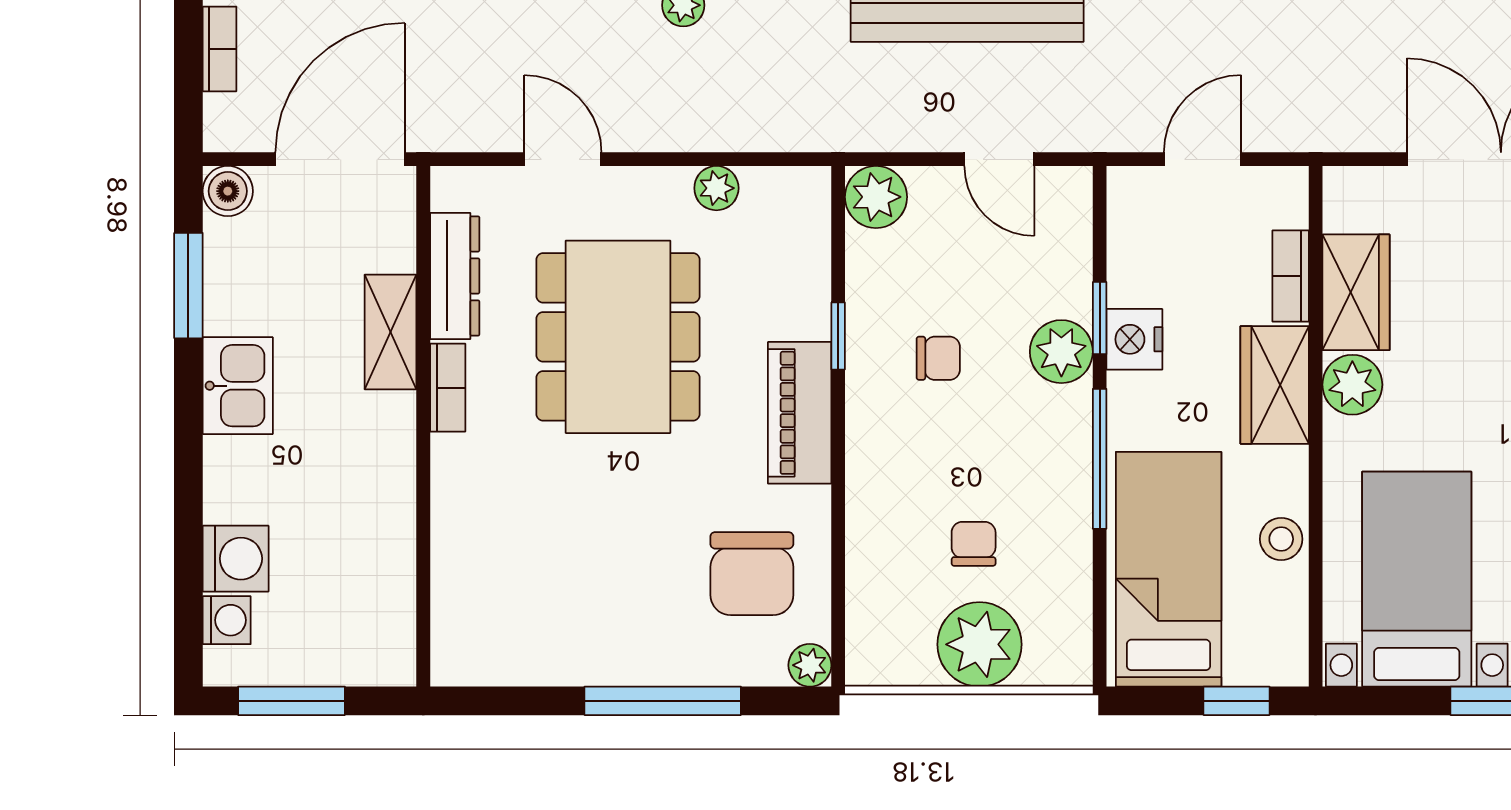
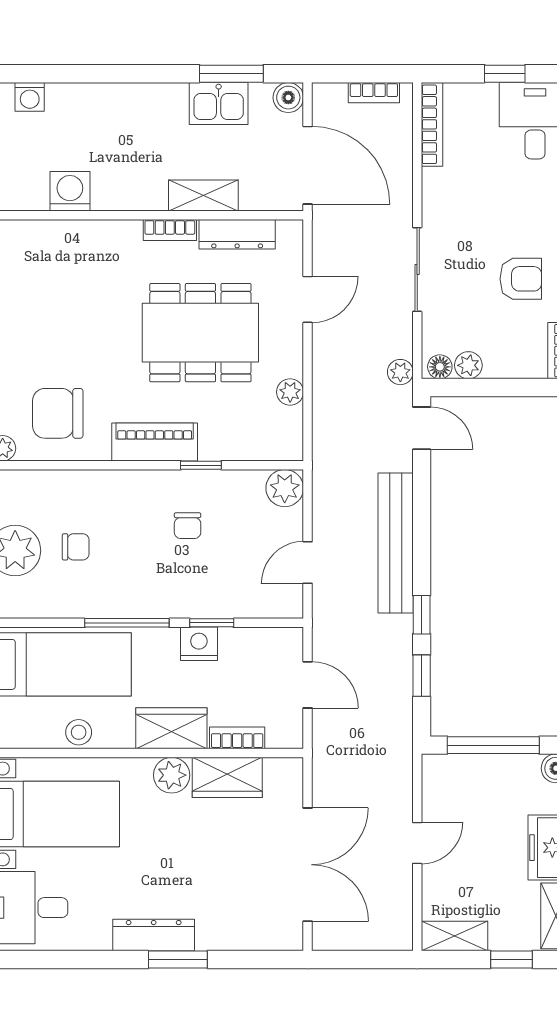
plant: (1061, 352) -> (192, 600), removed
kitchen sink: (238, 386) -> (219, 104), moved
washing machine: (236, 559) -> (70, 191), moved, turned 180

